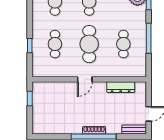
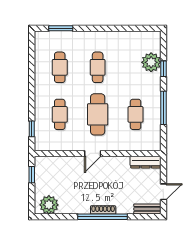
window: (30, 46) -> (32, 129), moved
dresser: (121, 87) -> (146, 162), moved
plant: (45, 126) -> (49, 205), added

